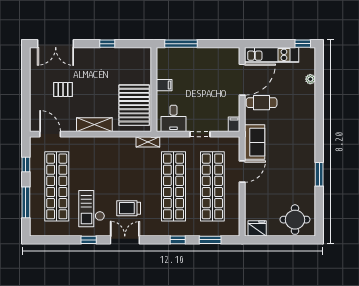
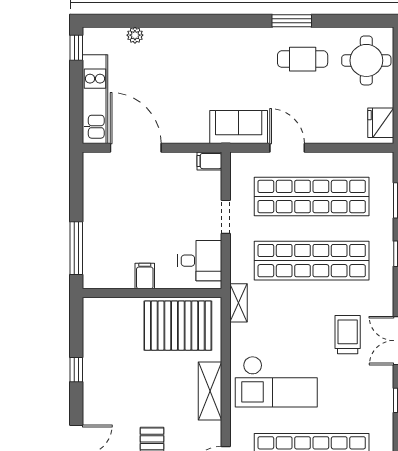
cafe table: (262, 103) -> (303, 59), moved, turned 90
trolley: (129, 208) -> (348, 335), turned 180
checkout: (92, 209) -> (276, 382), moved, width x1.36, depth x1.21

